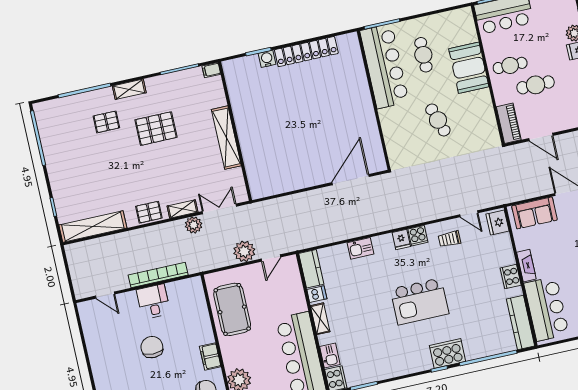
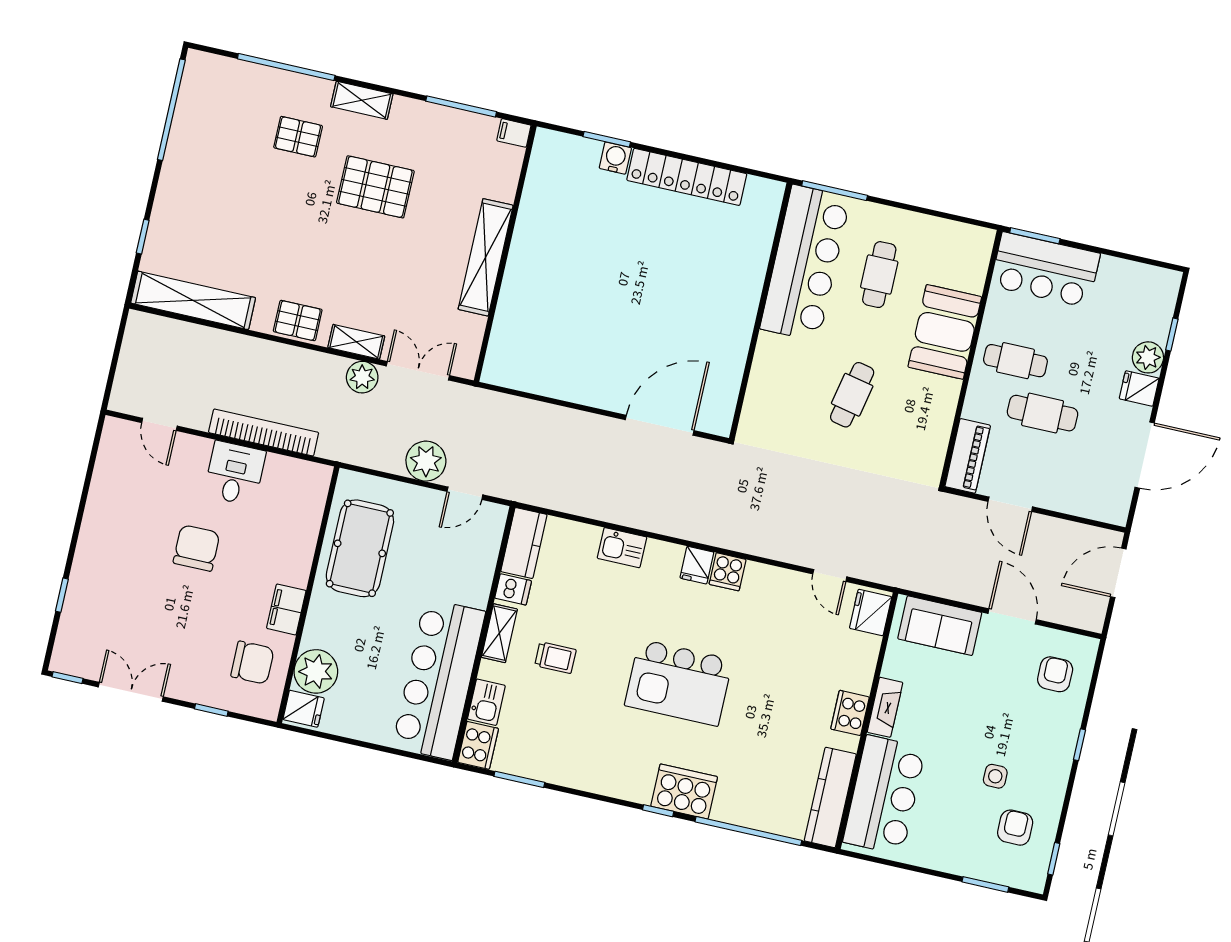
cafe table: (438, 120) -> (852, 395), turned 30
trolley: (449, 239) -> (555, 658), moved, turned 180

